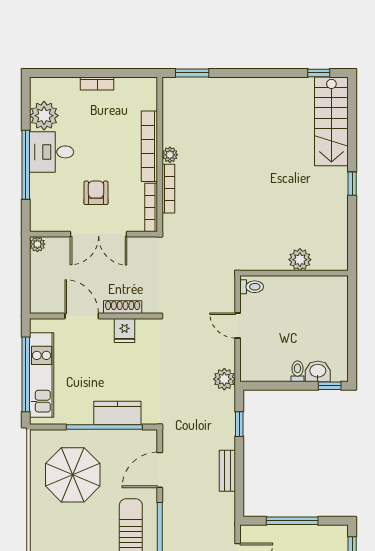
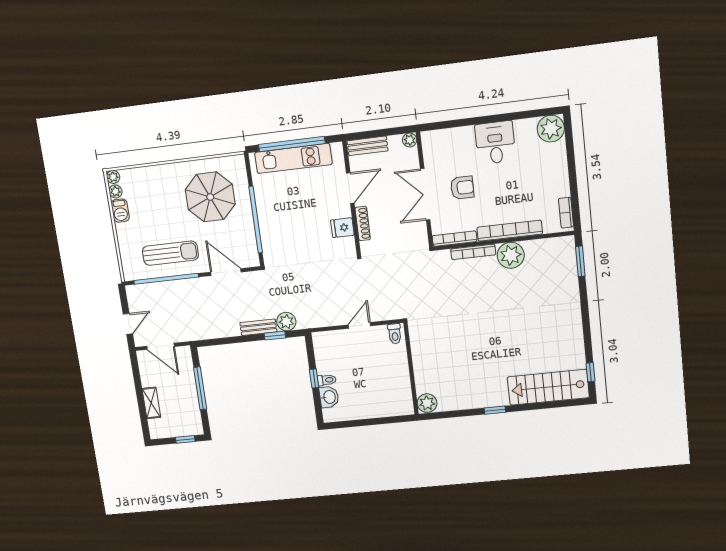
bookcase: (97, 83) -> (566, 213), moved
plant: (44, 116) -> (551, 129), moved
plant: (170, 155) -> (511, 255), width x1.88, depth x1.88
window: (26, 165) -> (481, 120), removed
plant: (300, 260) -> (427, 403), moved
bench: (38, 291) -> (368, 146), added
plant: (224, 379) -> (286, 322), moved
window: (330, 386) -> (314, 378), moved
kitchen counter: (117, 413) -> (270, 230), removed
bench: (227, 471) -> (258, 327), moved

